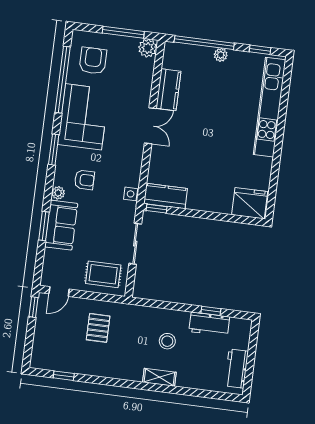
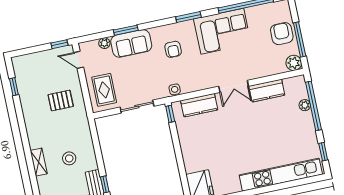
plant: (221, 55) -> (305, 105), moved
armchair: (93, 61) -> (282, 34), moved, turned -90
plant: (58, 193) -> (104, 43), moved
kitchen counter: (166, 196) -> (199, 105), moved, turned 90

